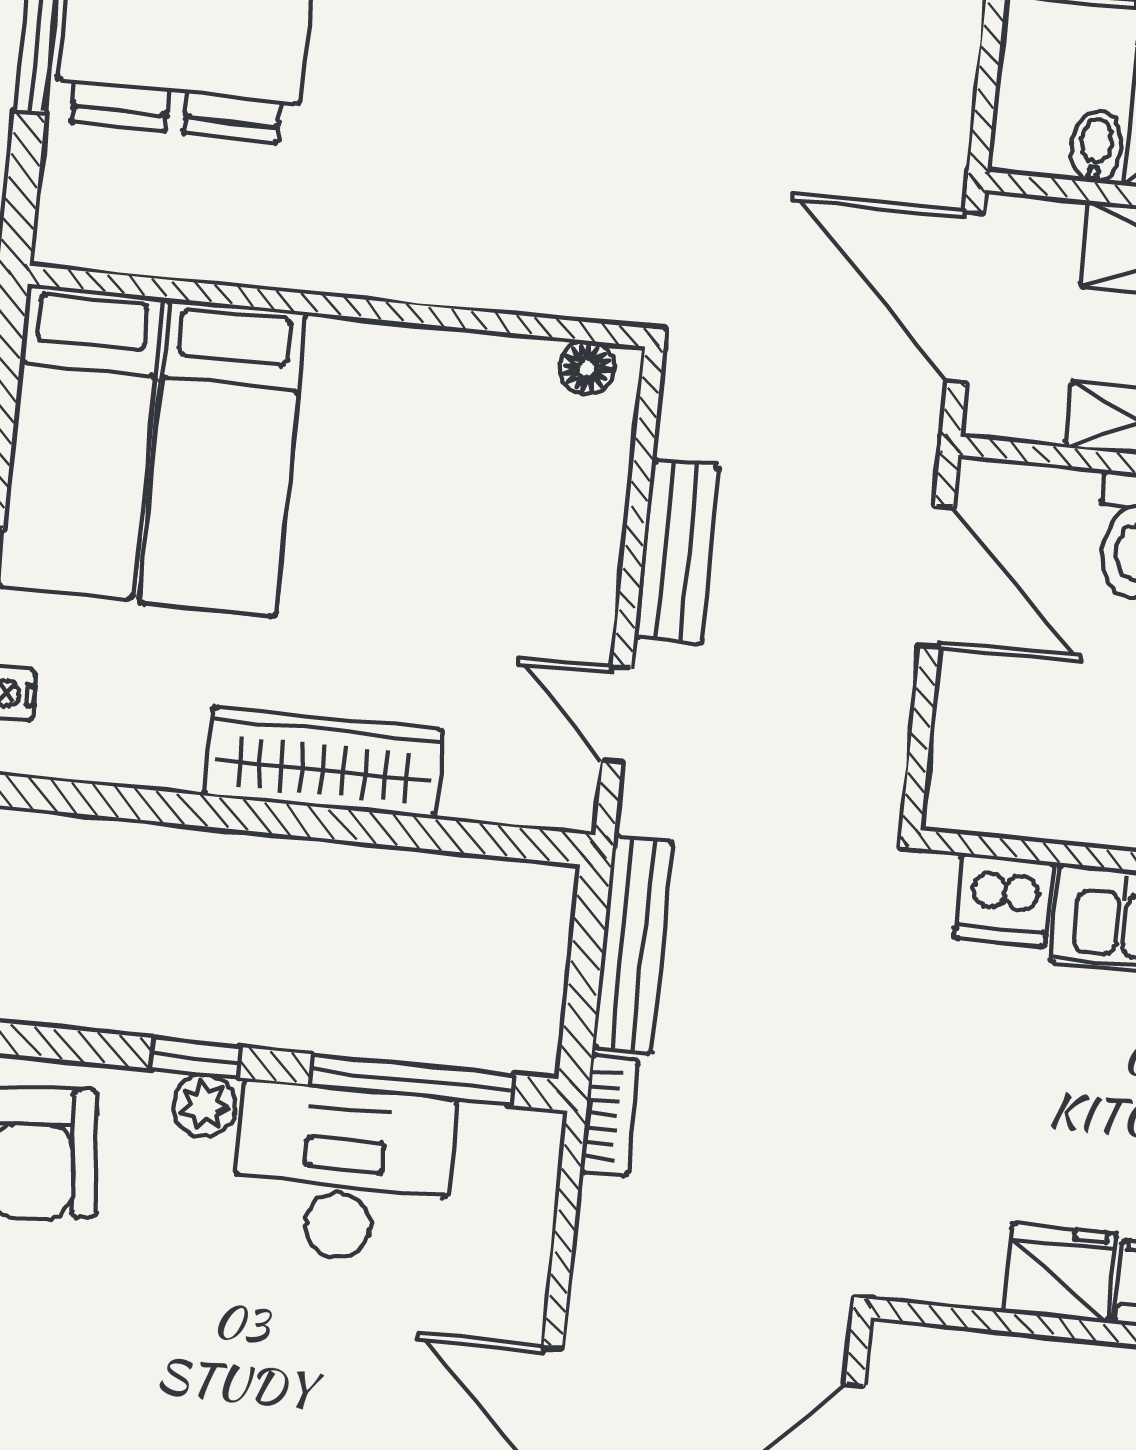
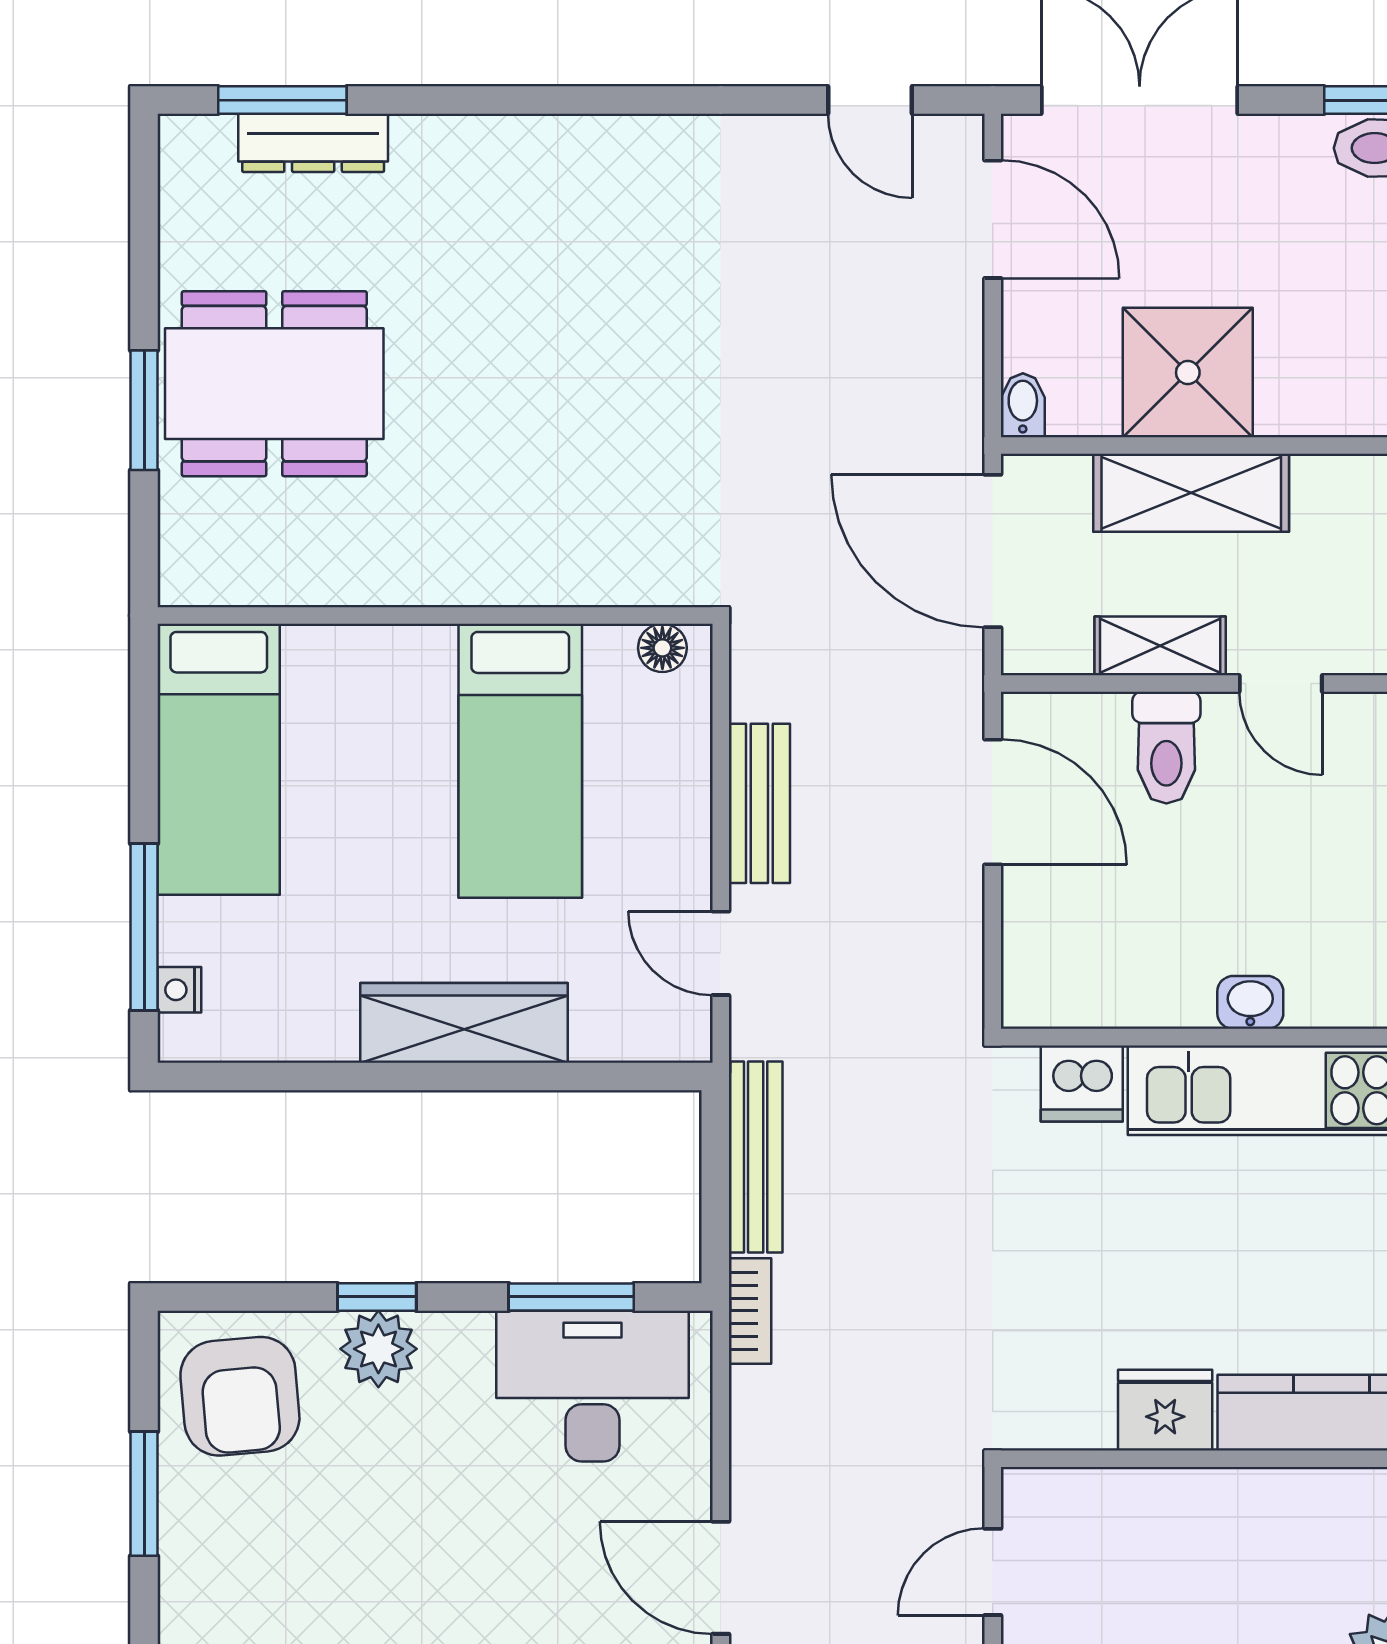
bidet: (1096, 147) -> (1023, 405), moved
bed: (223, 458) -> (520, 761), moved
window: (412, 1080) -> (571, 1297), width x0.69
plant: (204, 1105) -> (378, 1349), width x1.38, depth x1.38
desk: (343, 1173) -> (592, 1386), moved

